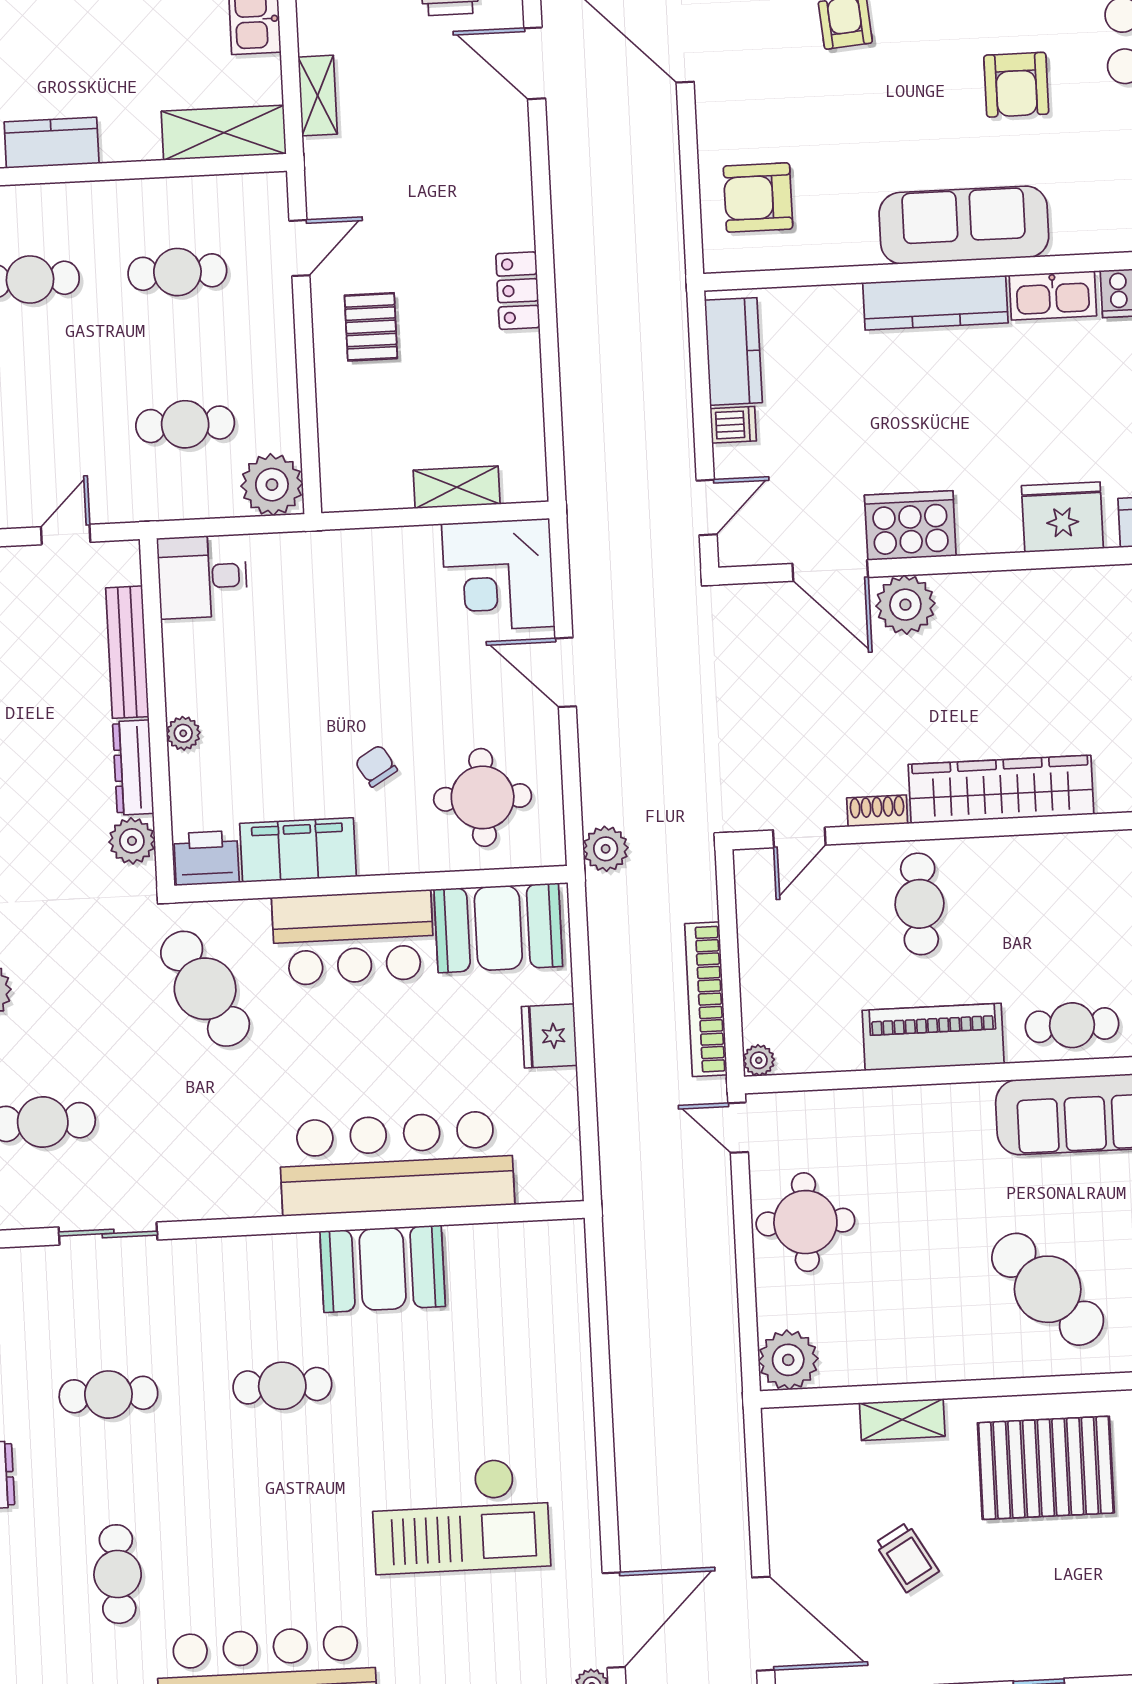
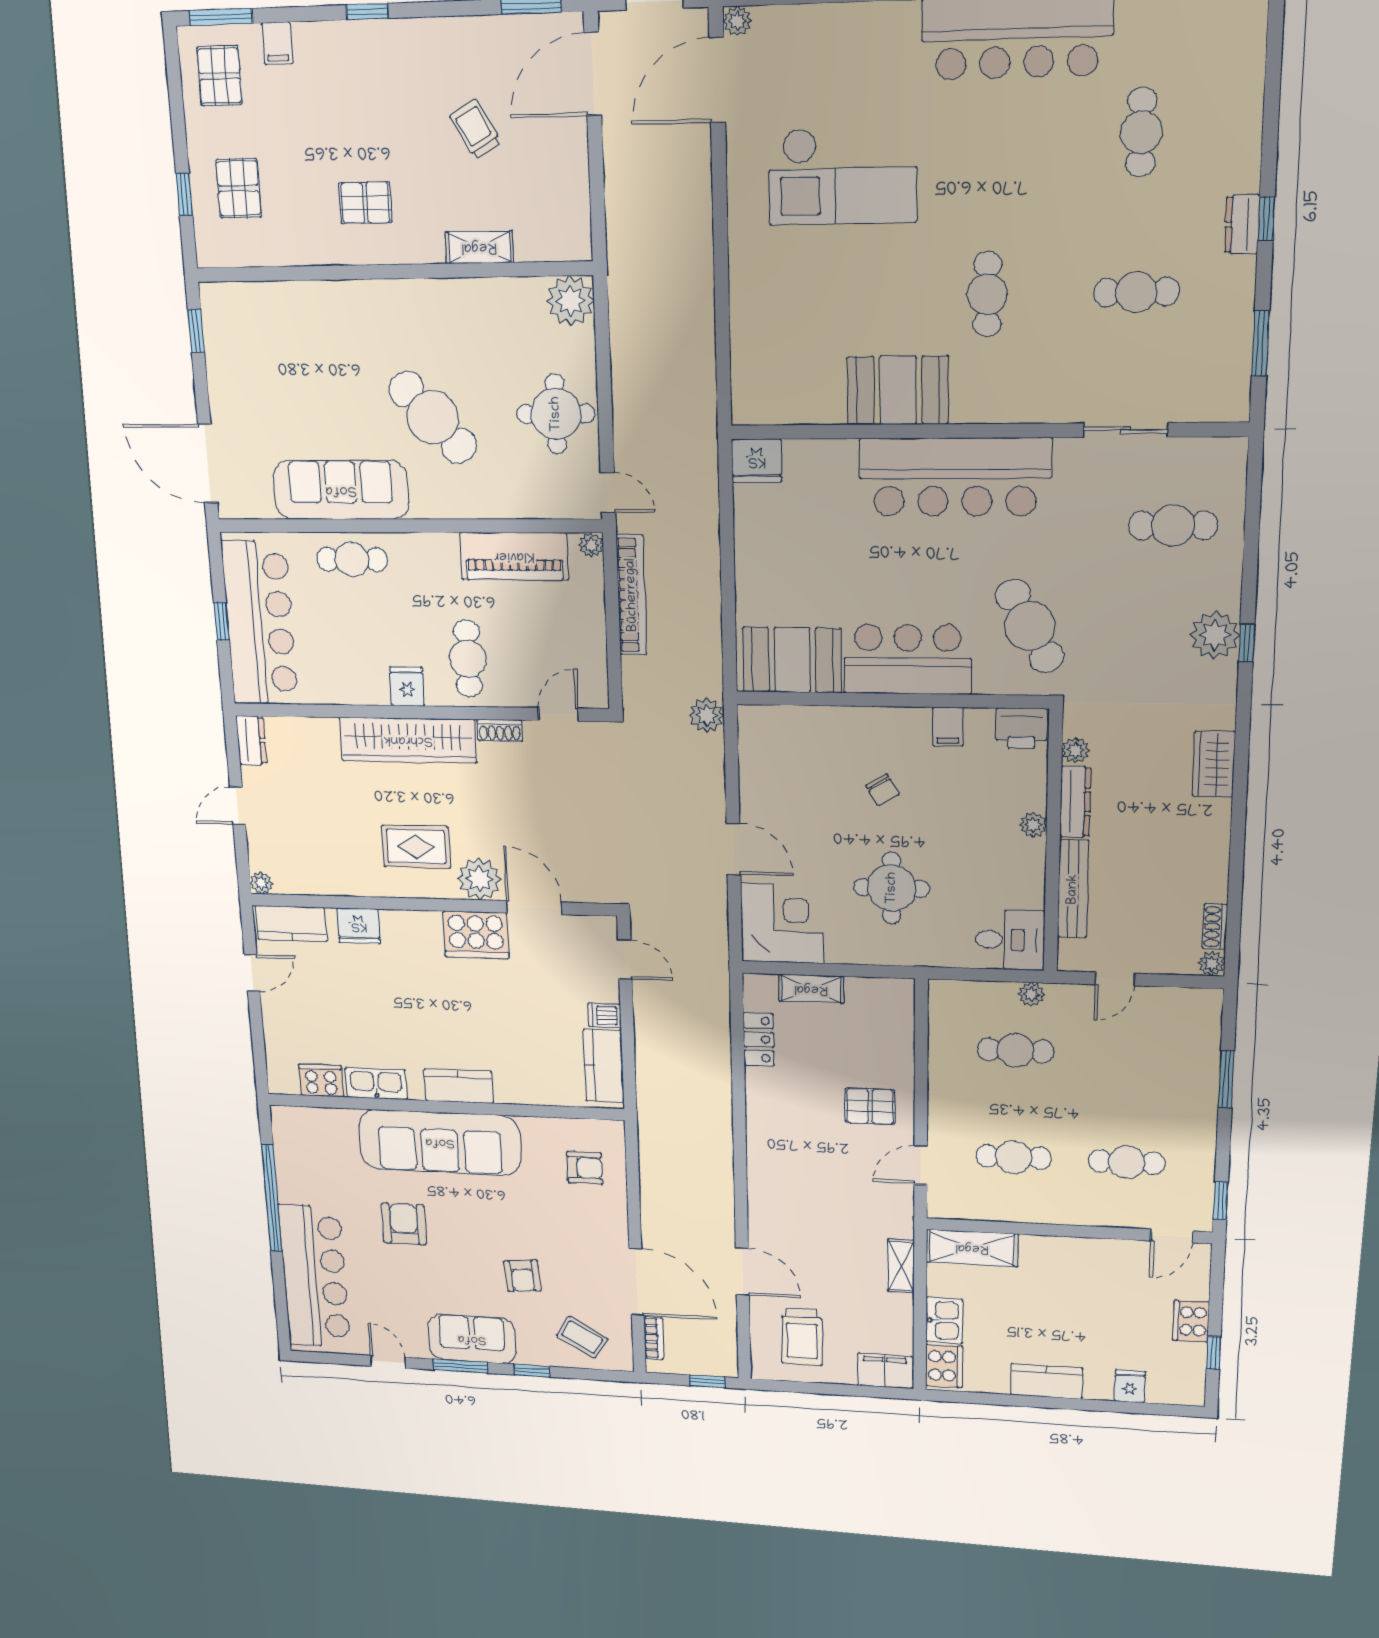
kitchen counter: (52, 143) -> (1102, 1254), removed
armchair: (758, 197) -> (585, 1168), width x0.72, depth x0.72
sofa: (964, 225) -> (440, 1142), width x1.36, depth x1.27
locker: (518, 291) -> (759, 1039), moved
kitchen counter: (935, 303) -> (459, 1086), width x0.67
pallet: (371, 327) -> (870, 1106), turned 90
plant: (272, 485) -> (1031, 994), moved, width x0.53, depth x0.53
door: (707, 507) -> (625, 959), swing flipped
fridge: (1062, 517) -> (359, 926), width x0.73, depth x0.75
rug: (992, 643) -> (416, 847), added
round table: (483, 797) -> (892, 888), moved
plant: (132, 841) -> (1075, 750), width x0.73, depth x0.73
filing cabinet: (298, 850) -> (948, 727), width x0.33, depth x0.86
fridge: (1001, 862) -> (407, 686), added
fridge: (549, 1036) -> (757, 461), moved, turned 90
piano: (933, 1037) -> (514, 556), moved
bar counter: (396, 1163) -> (955, 477), moved
cafe table: (1048, 1289) -> (433, 417), moved
cafe table: (282, 1386) -> (987, 294), turned 90
pallet: (1046, 1468) -> (365, 203), width x0.49, depth x0.50
checkout: (461, 1516) -> (843, 176), turned 180
door: (763, 1624) -> (593, 74), hinge flipped

